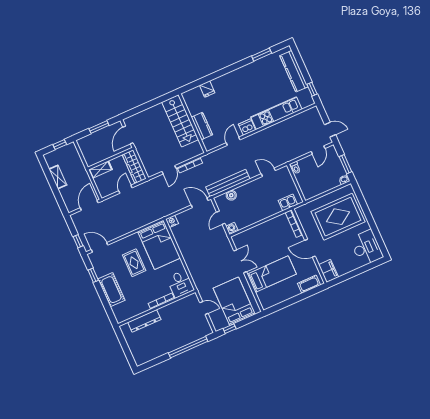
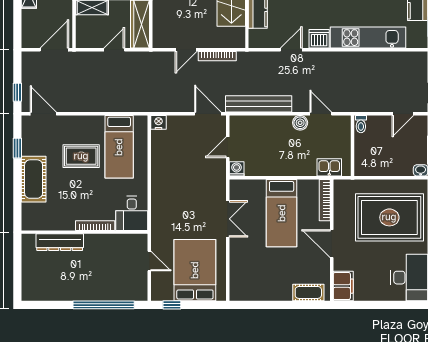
boiler: (231, 195) -> (300, 123), moved
bed: (159, 245) -> (119, 147), width x0.67
rug: (134, 263) -> (81, 156), turned 90
bed: (272, 274) -> (282, 213), moved, turned 90

